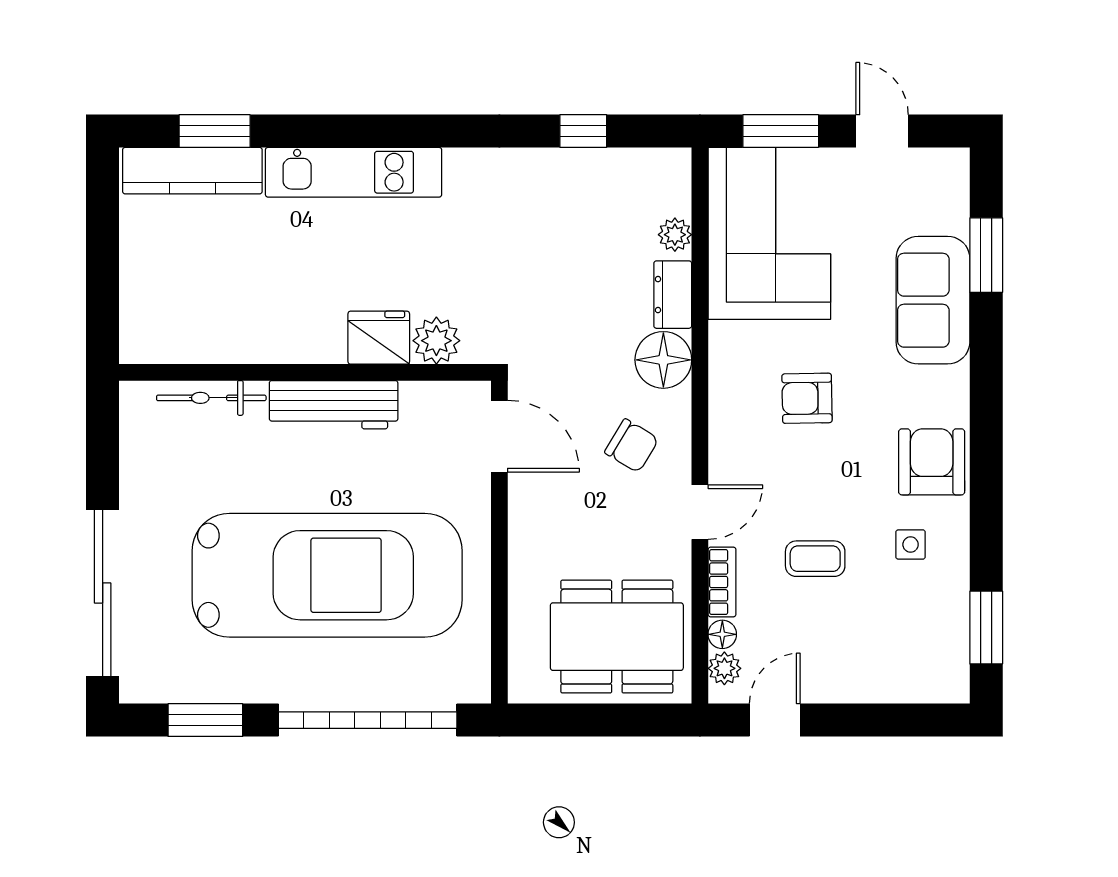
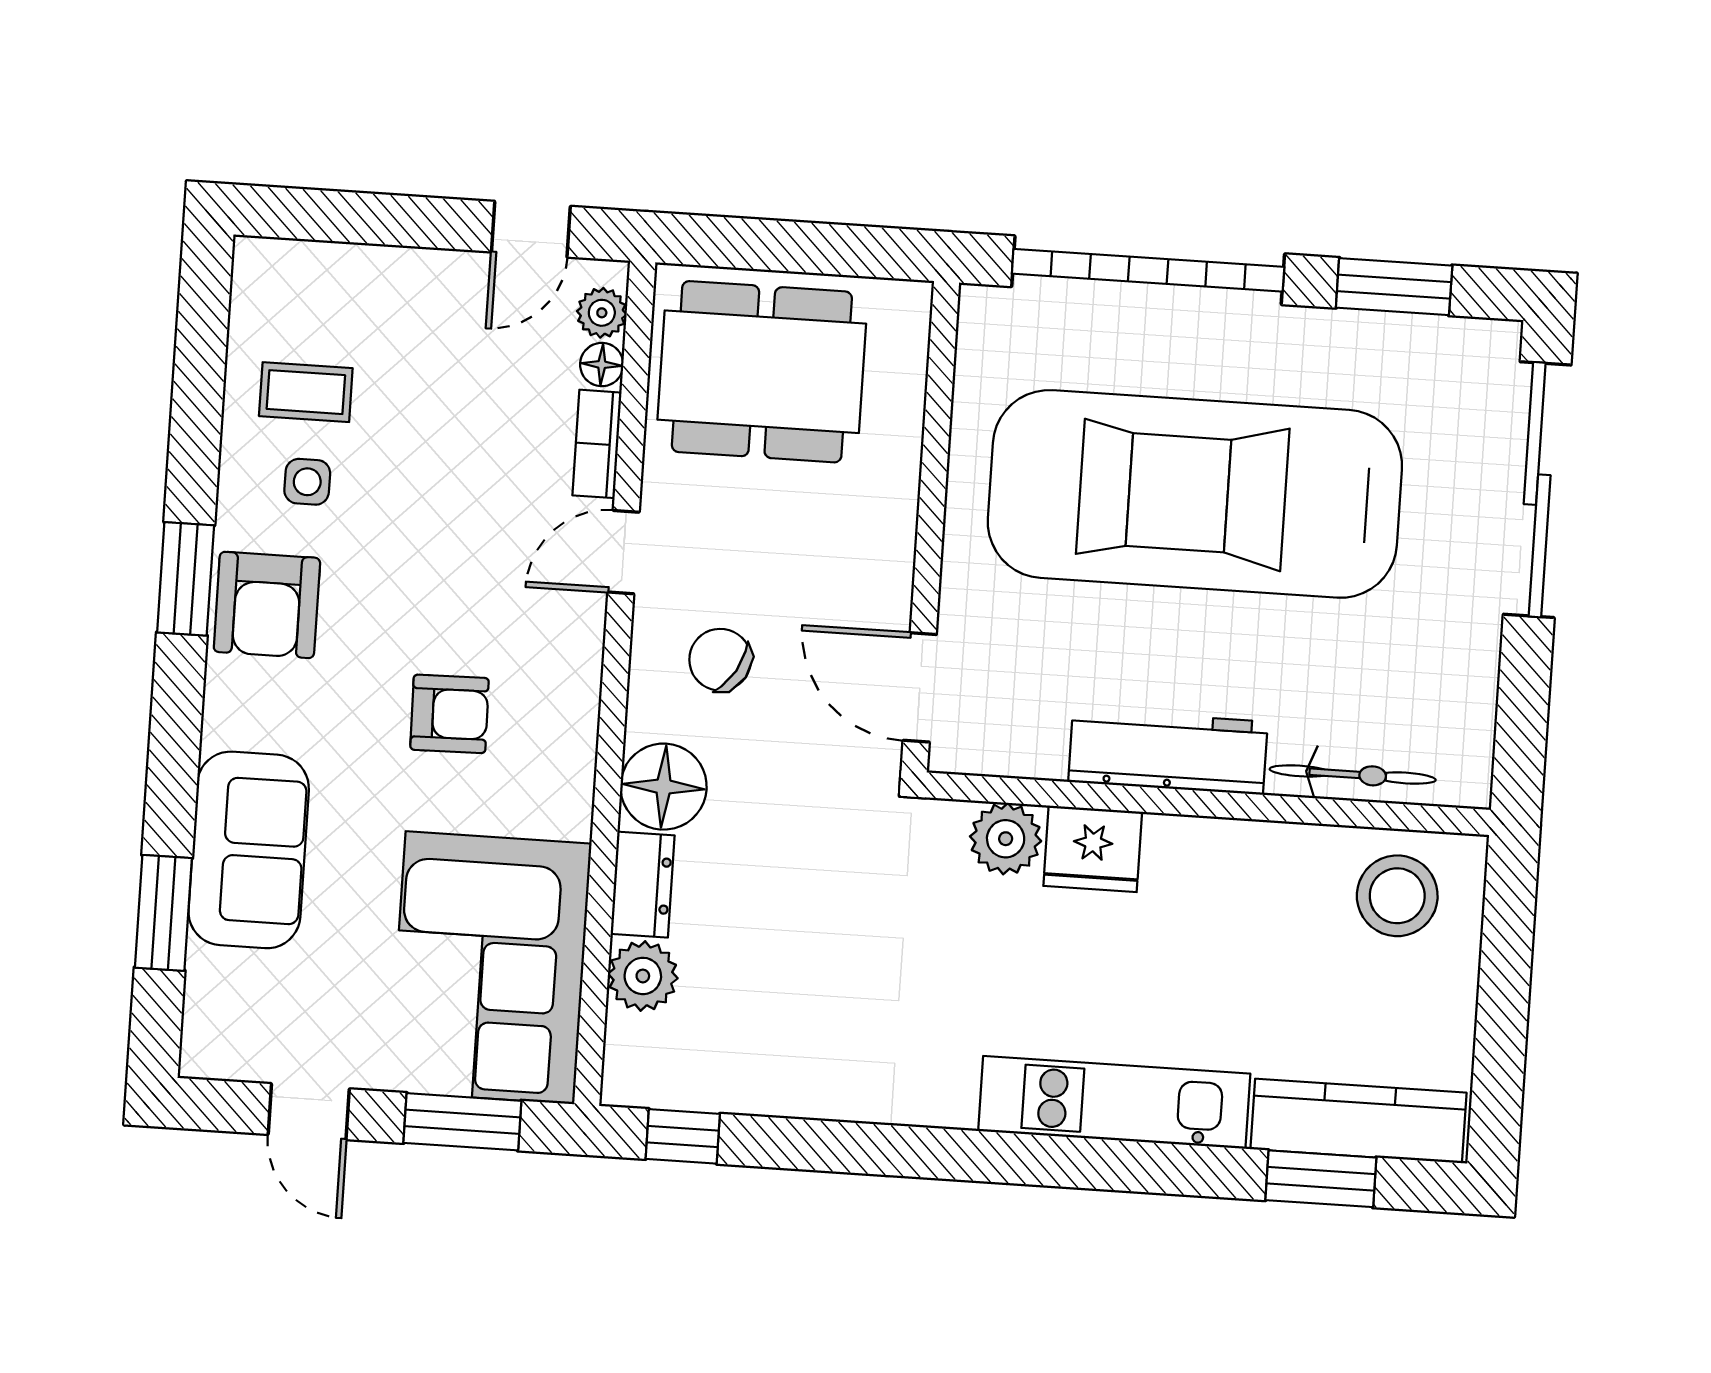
window: (583, 131) -> (683, 1136), moved
plant: (675, 235) -> (643, 976), width x1.38, depth x1.38
stool: (177, 320) -> (1397, 896), added
coffee table: (815, 559) -> (306, 392), moved
window: (986, 628) -> (186, 579), moved

